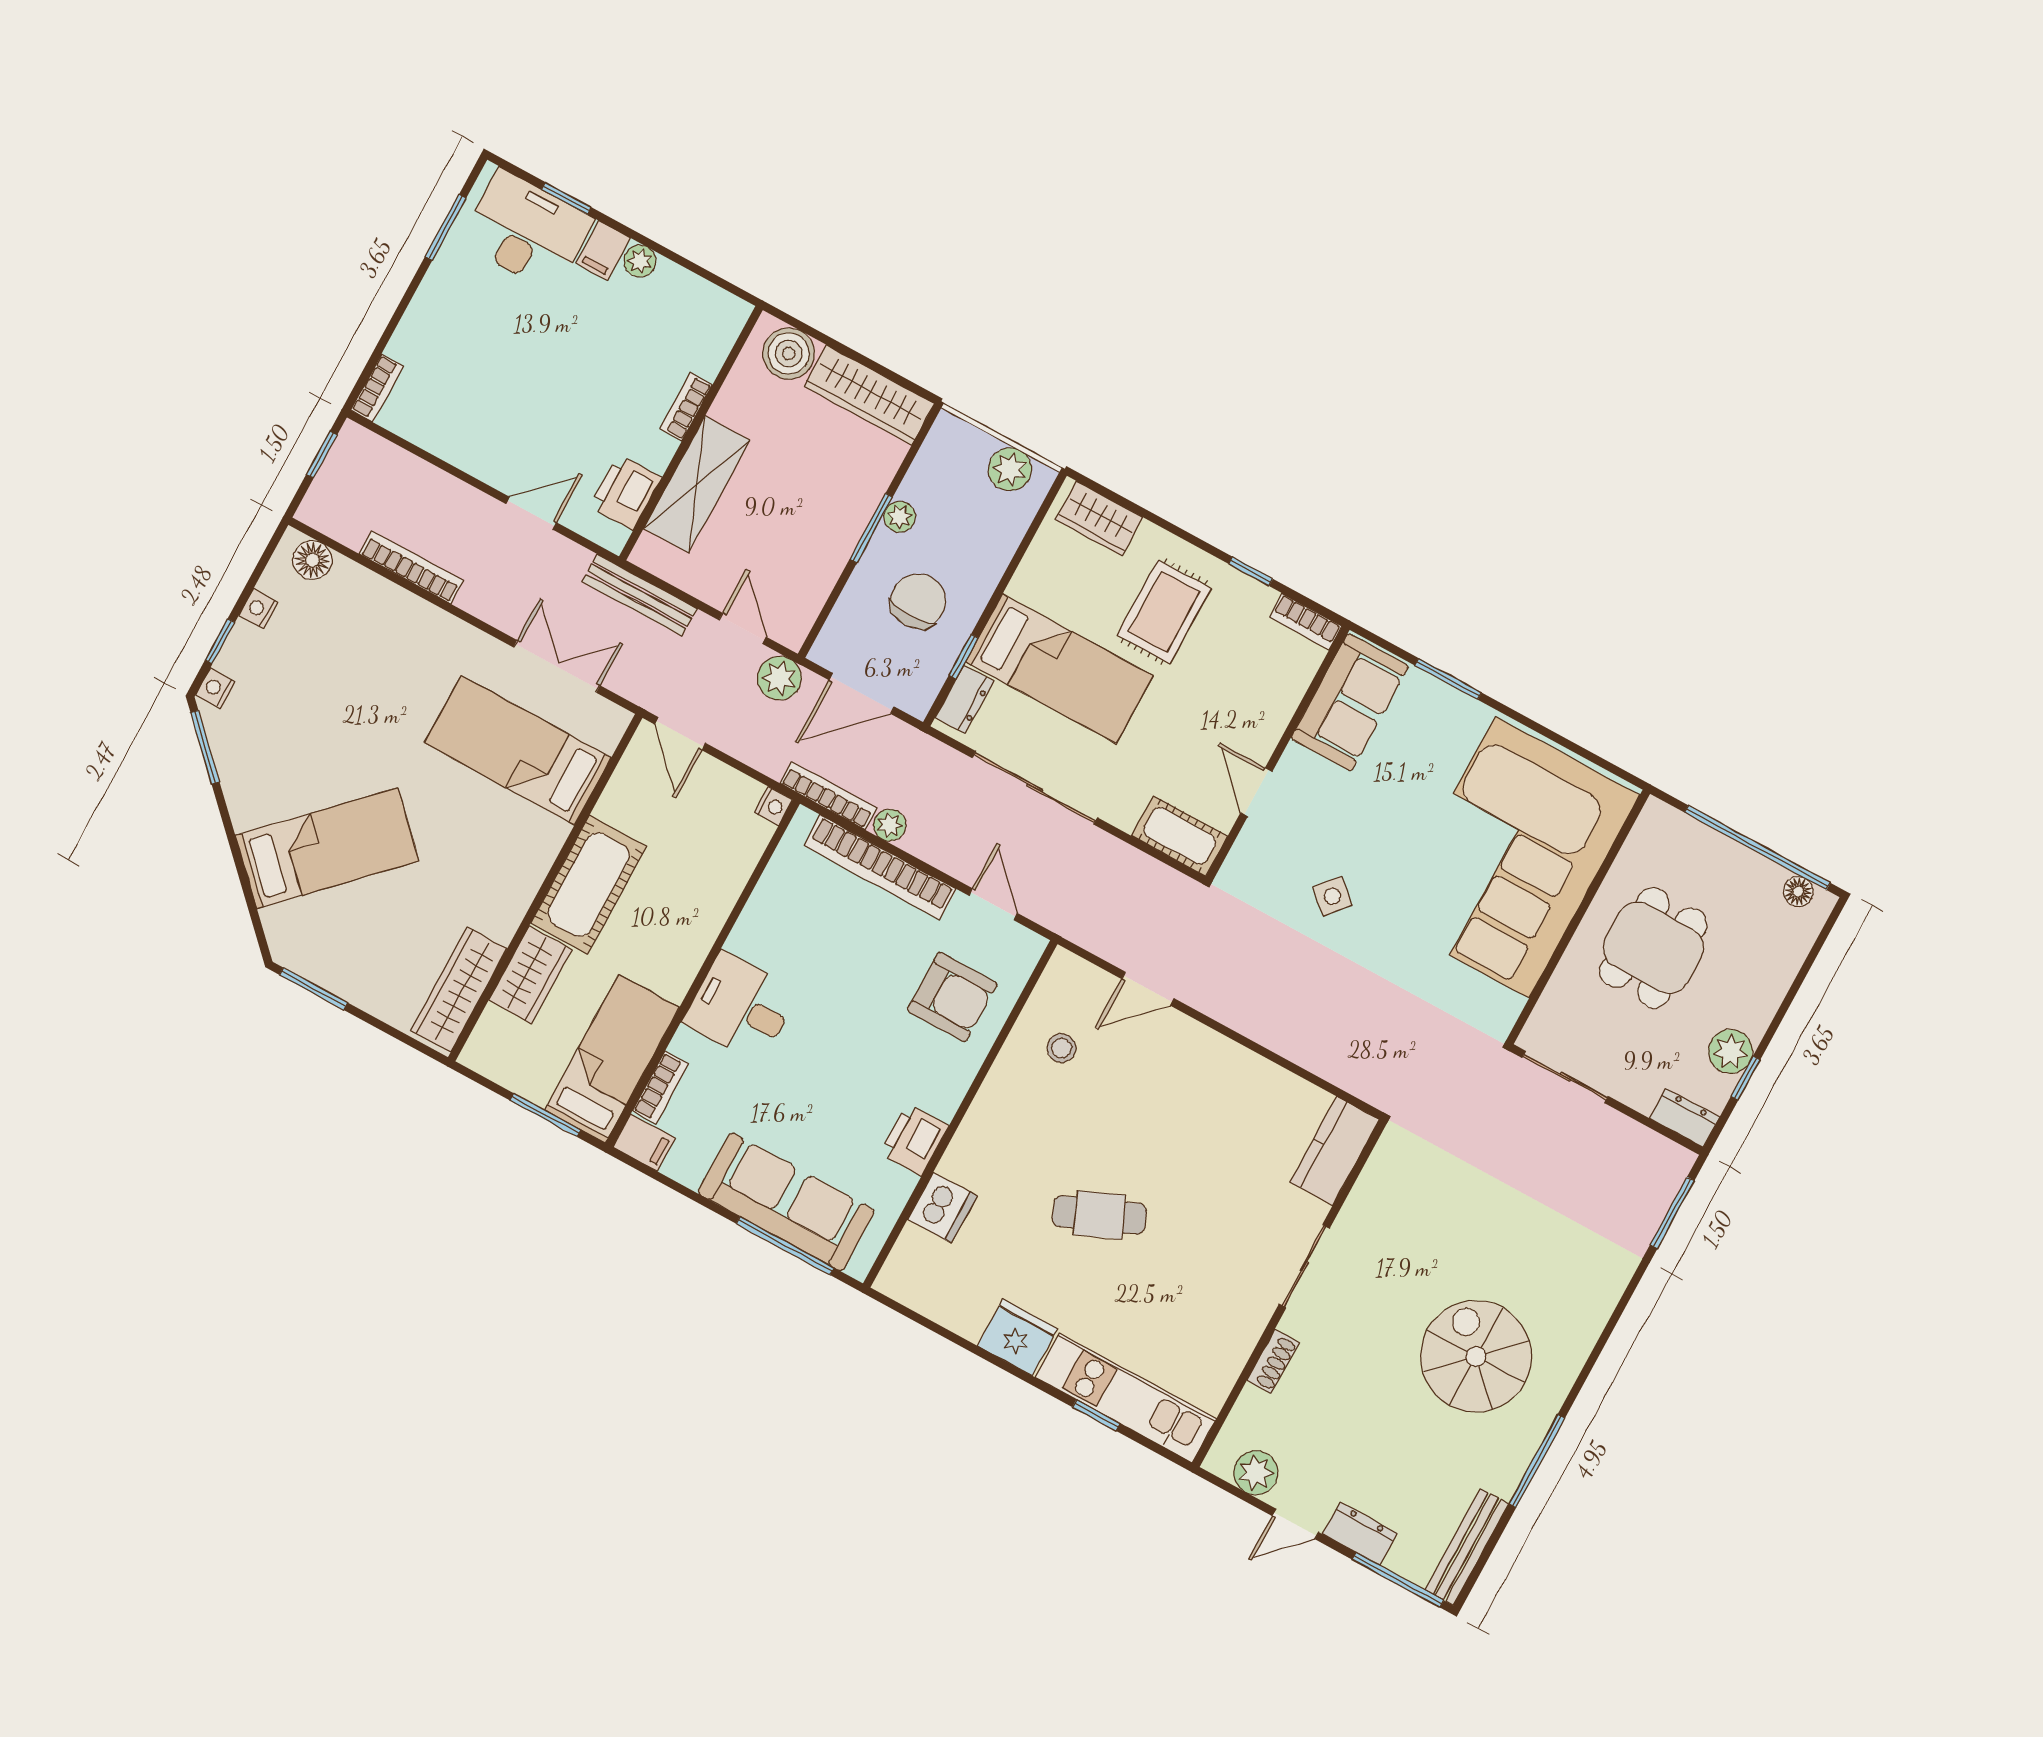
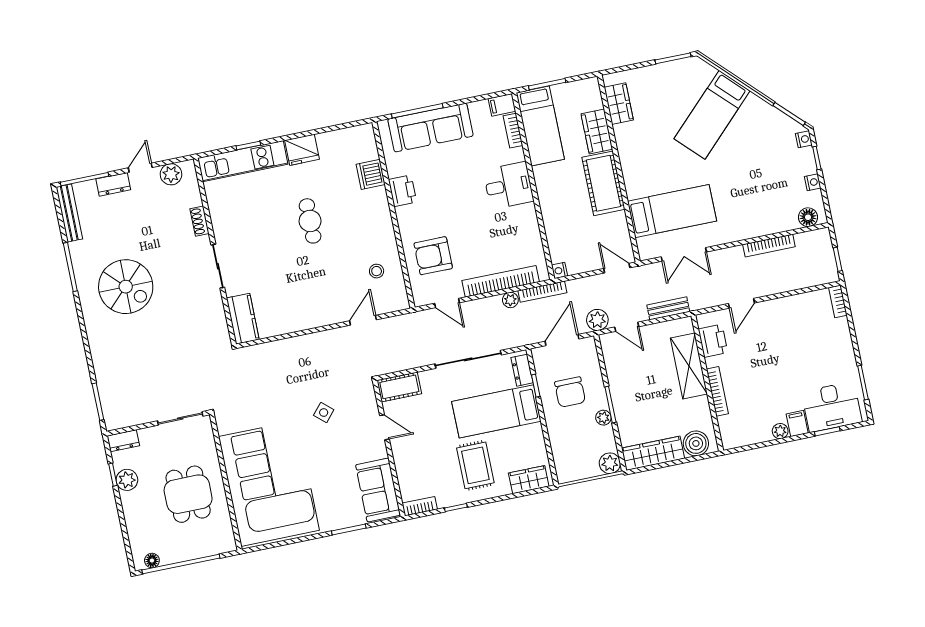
bookcase: (686, 407) -> (717, 391), width x1.56
plant: (1010, 469) -> (610, 463), moved
bench: (640, 595) -> (668, 308), width x0.73
wardrobe: (459, 990) -> (619, 104), width x0.67
cafe table: (1099, 1215) -> (310, 221), turned -67

